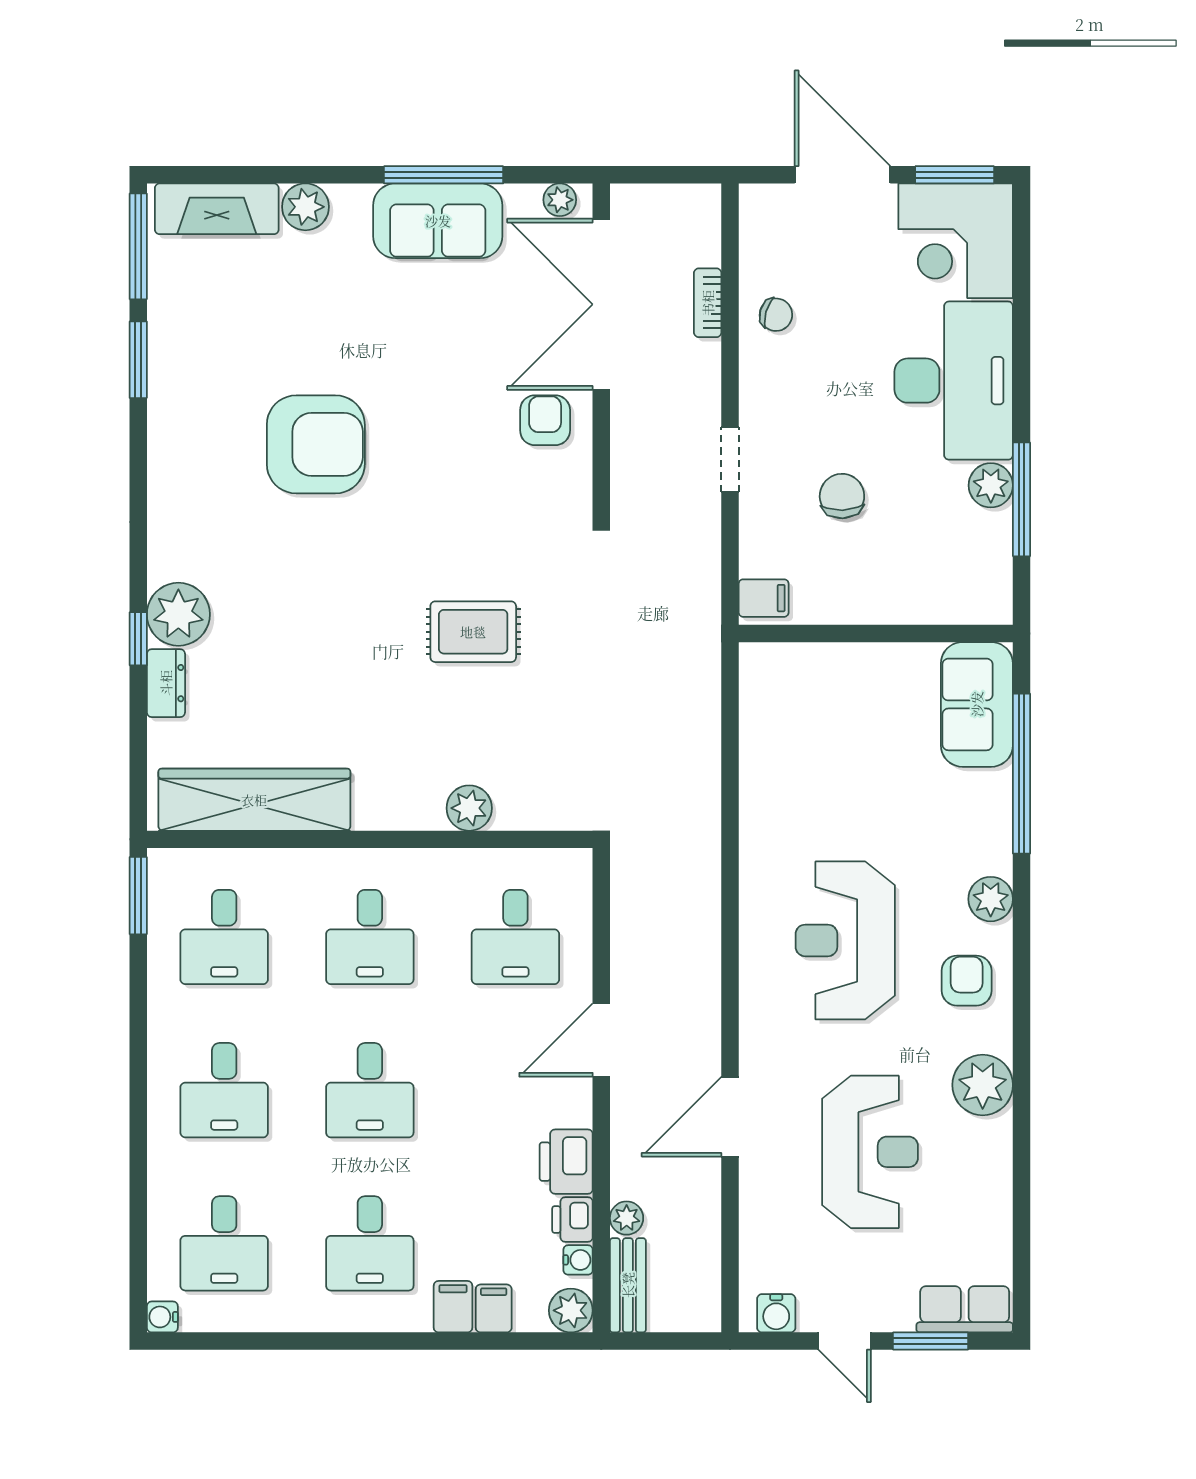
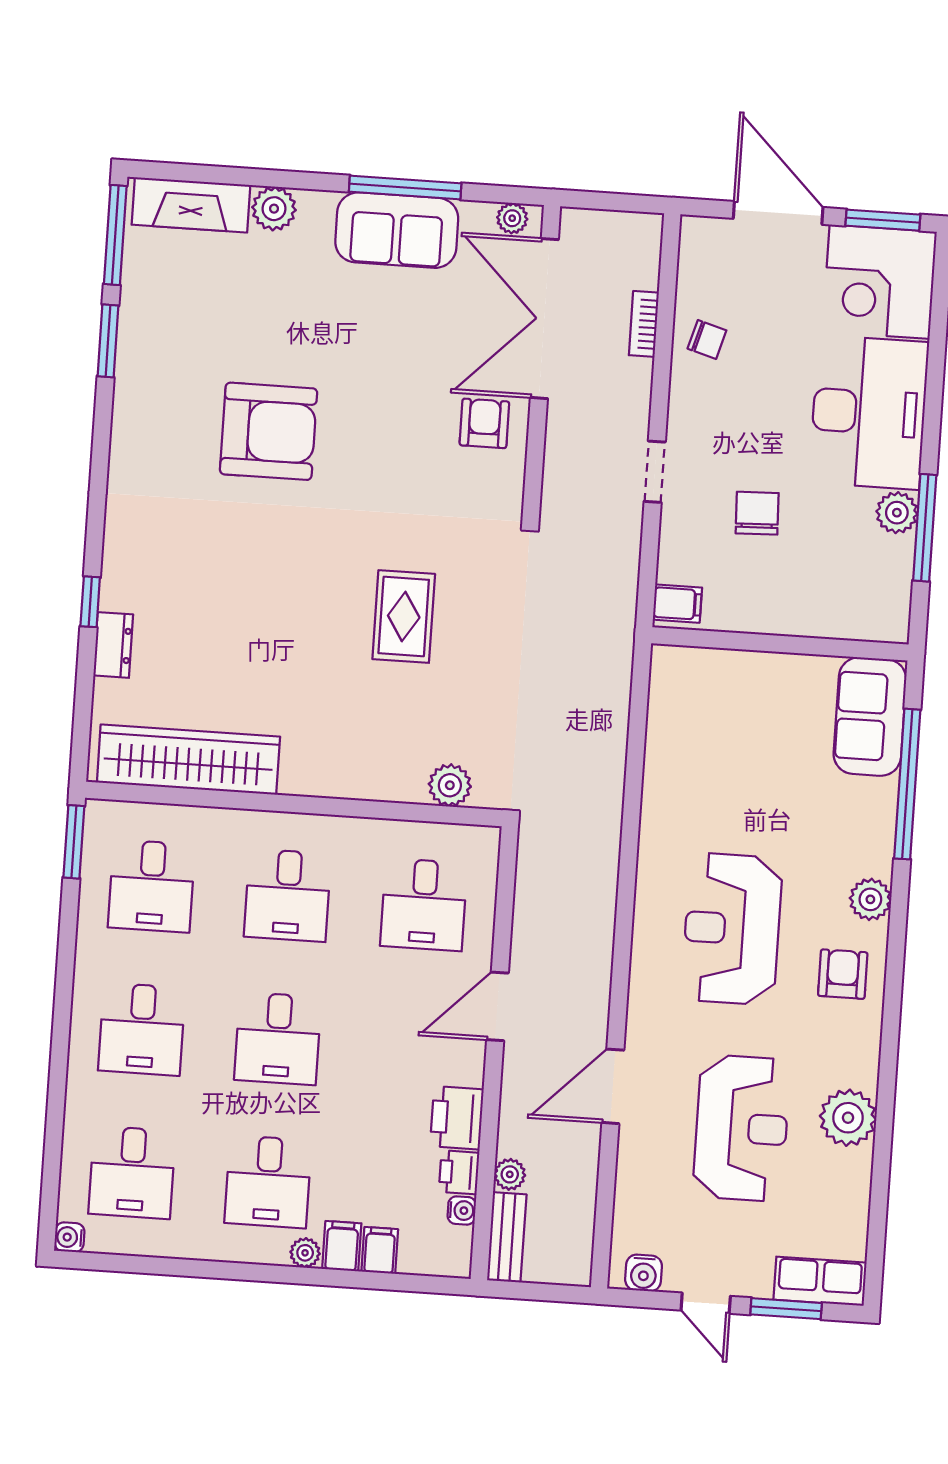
plant: (178, 614) -> (129, 581), removed
rug: (473, 632) -> (404, 616), turned 90
plant: (469, 808) -> (450, 785), moved
plant: (983, 1085) -> (848, 1118), moved
plant: (571, 1310) -> (305, 1253), moved, width x0.73, depth x0.73

